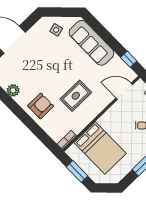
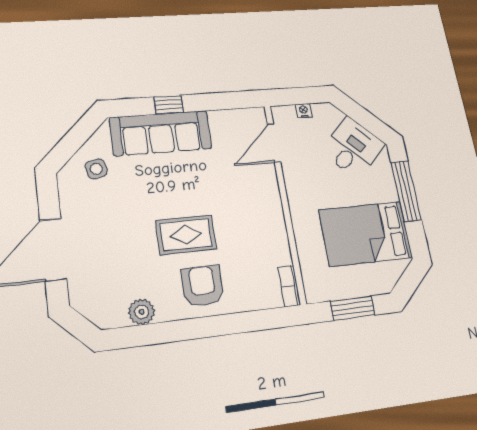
window: (129, 59) -> (169, 105), moved
rug: (76, 96) -> (186, 235), moved, turned 90
bed: (100, 148) -> (366, 234), moved, turned 180

